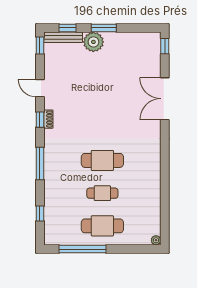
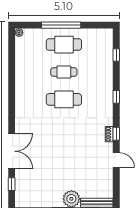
window: (40, 45) -> (116, 196), removed
window: (165, 46) -> (12, 184), moved
window: (40, 163) -> (116, 97), width x0.46
window: (83, 249) -> (61, 25), moved

